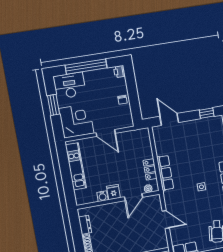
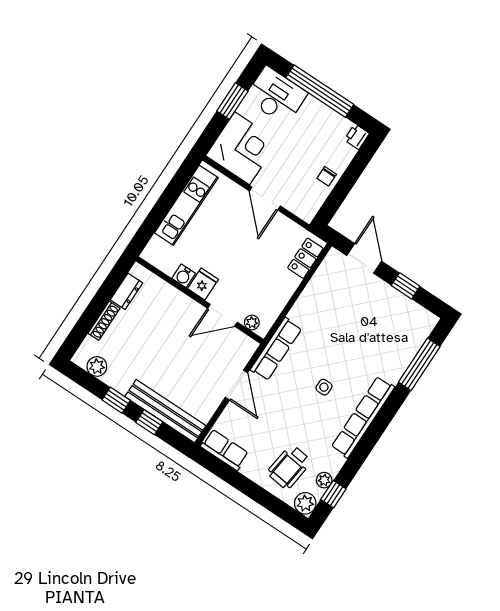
window: (207, 113) -> (406, 286), moved
locker: (150, 169) -> (305, 258), moved
row of seats: (165, 173) -> (276, 349), moved

